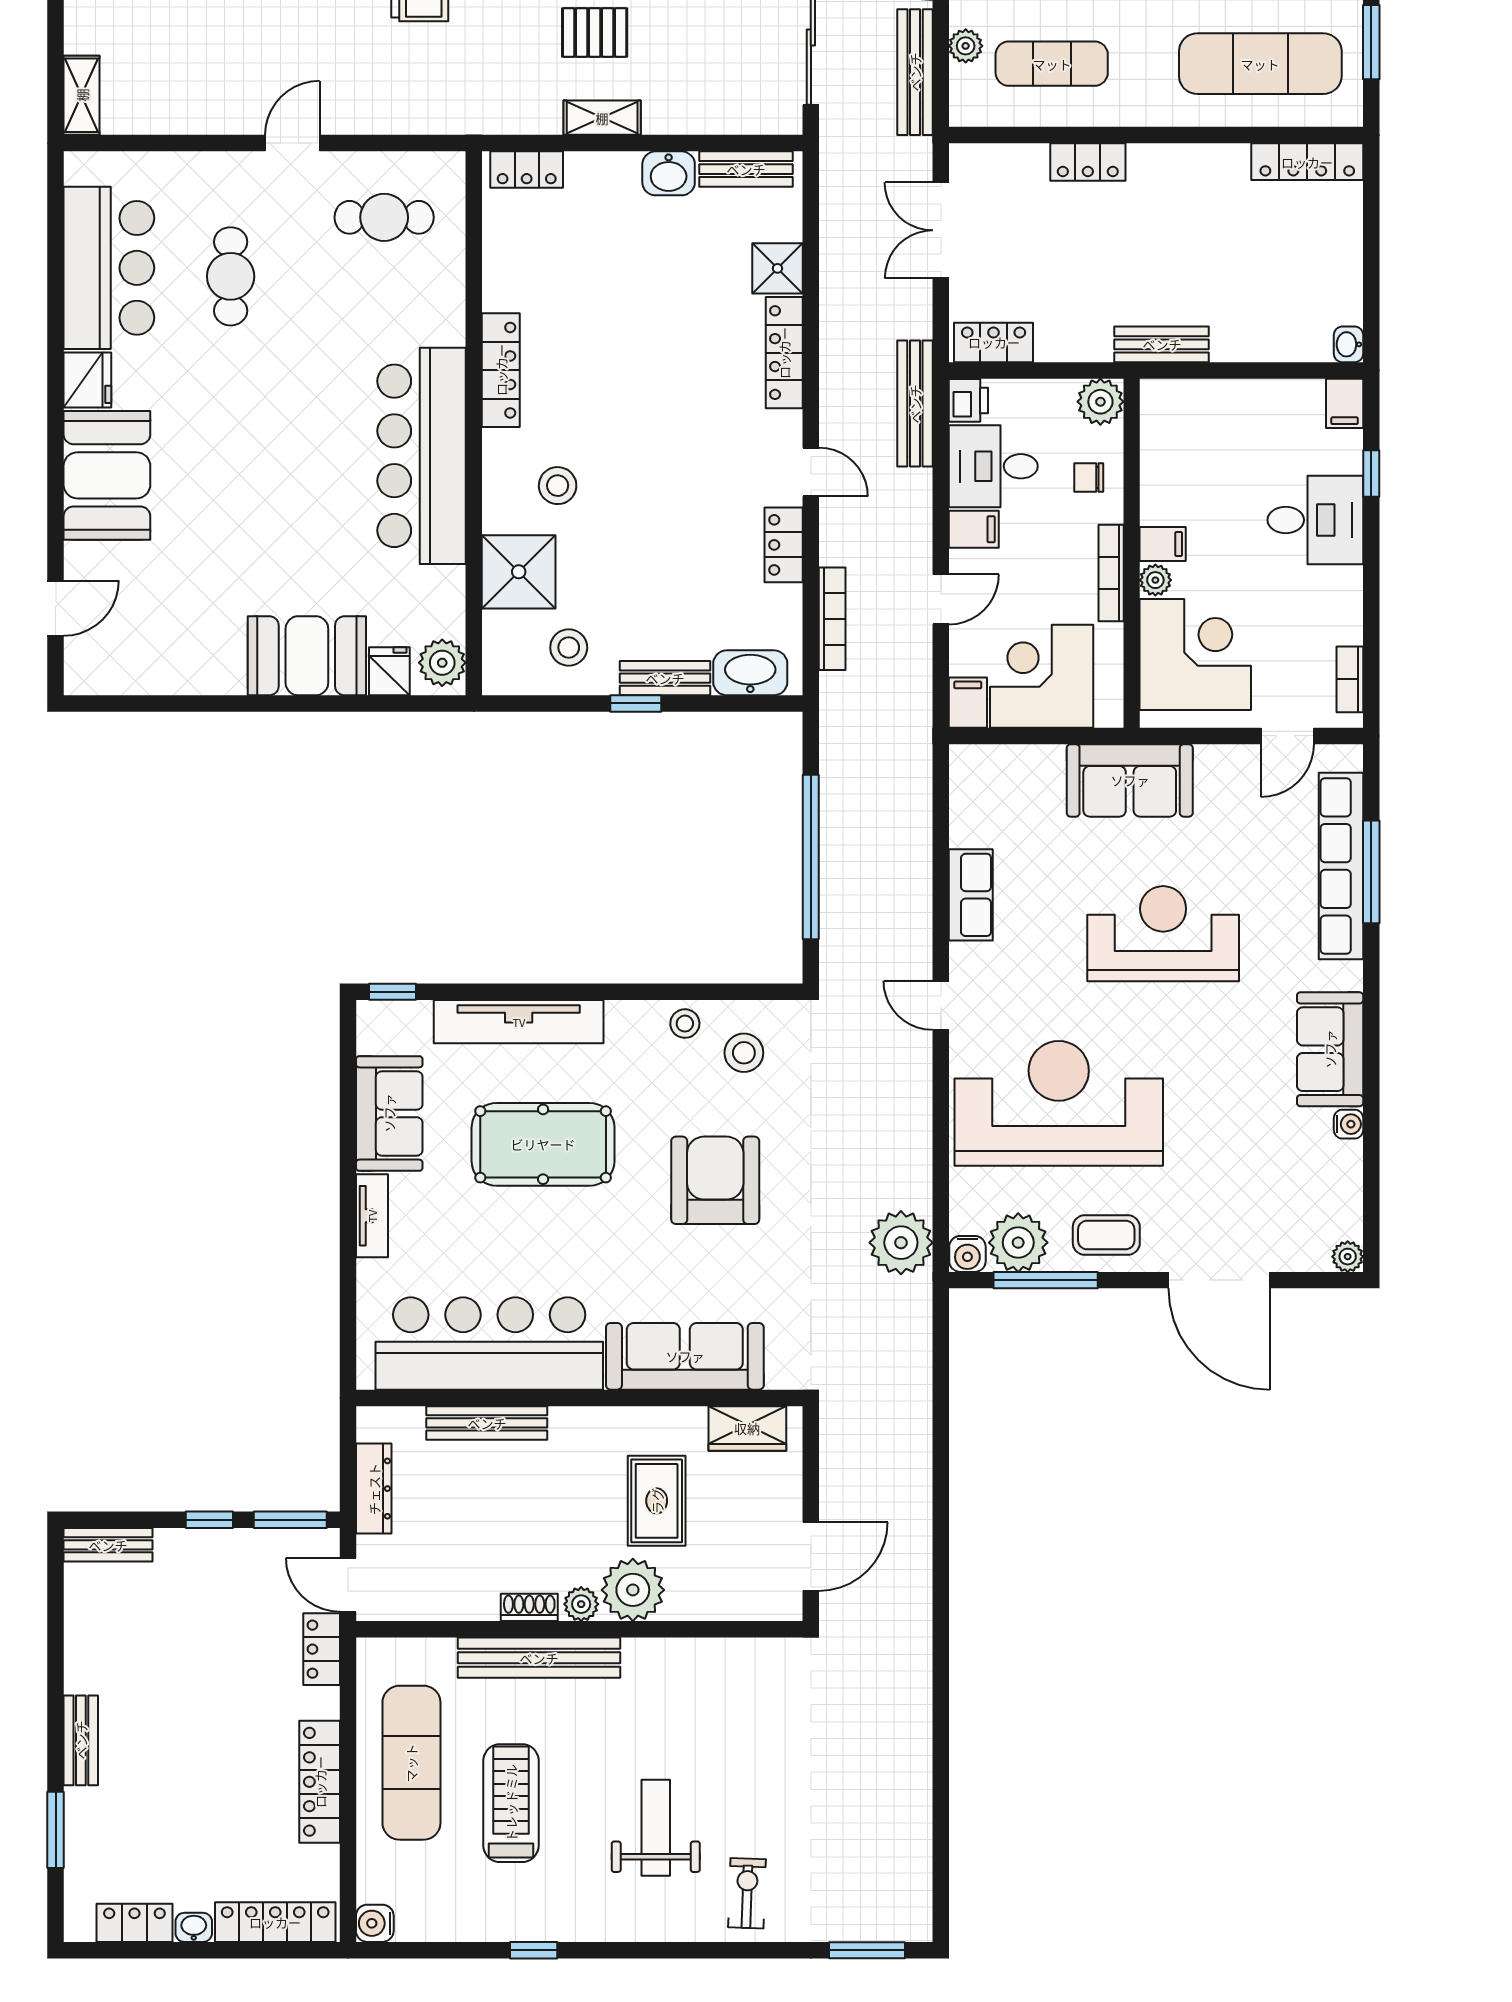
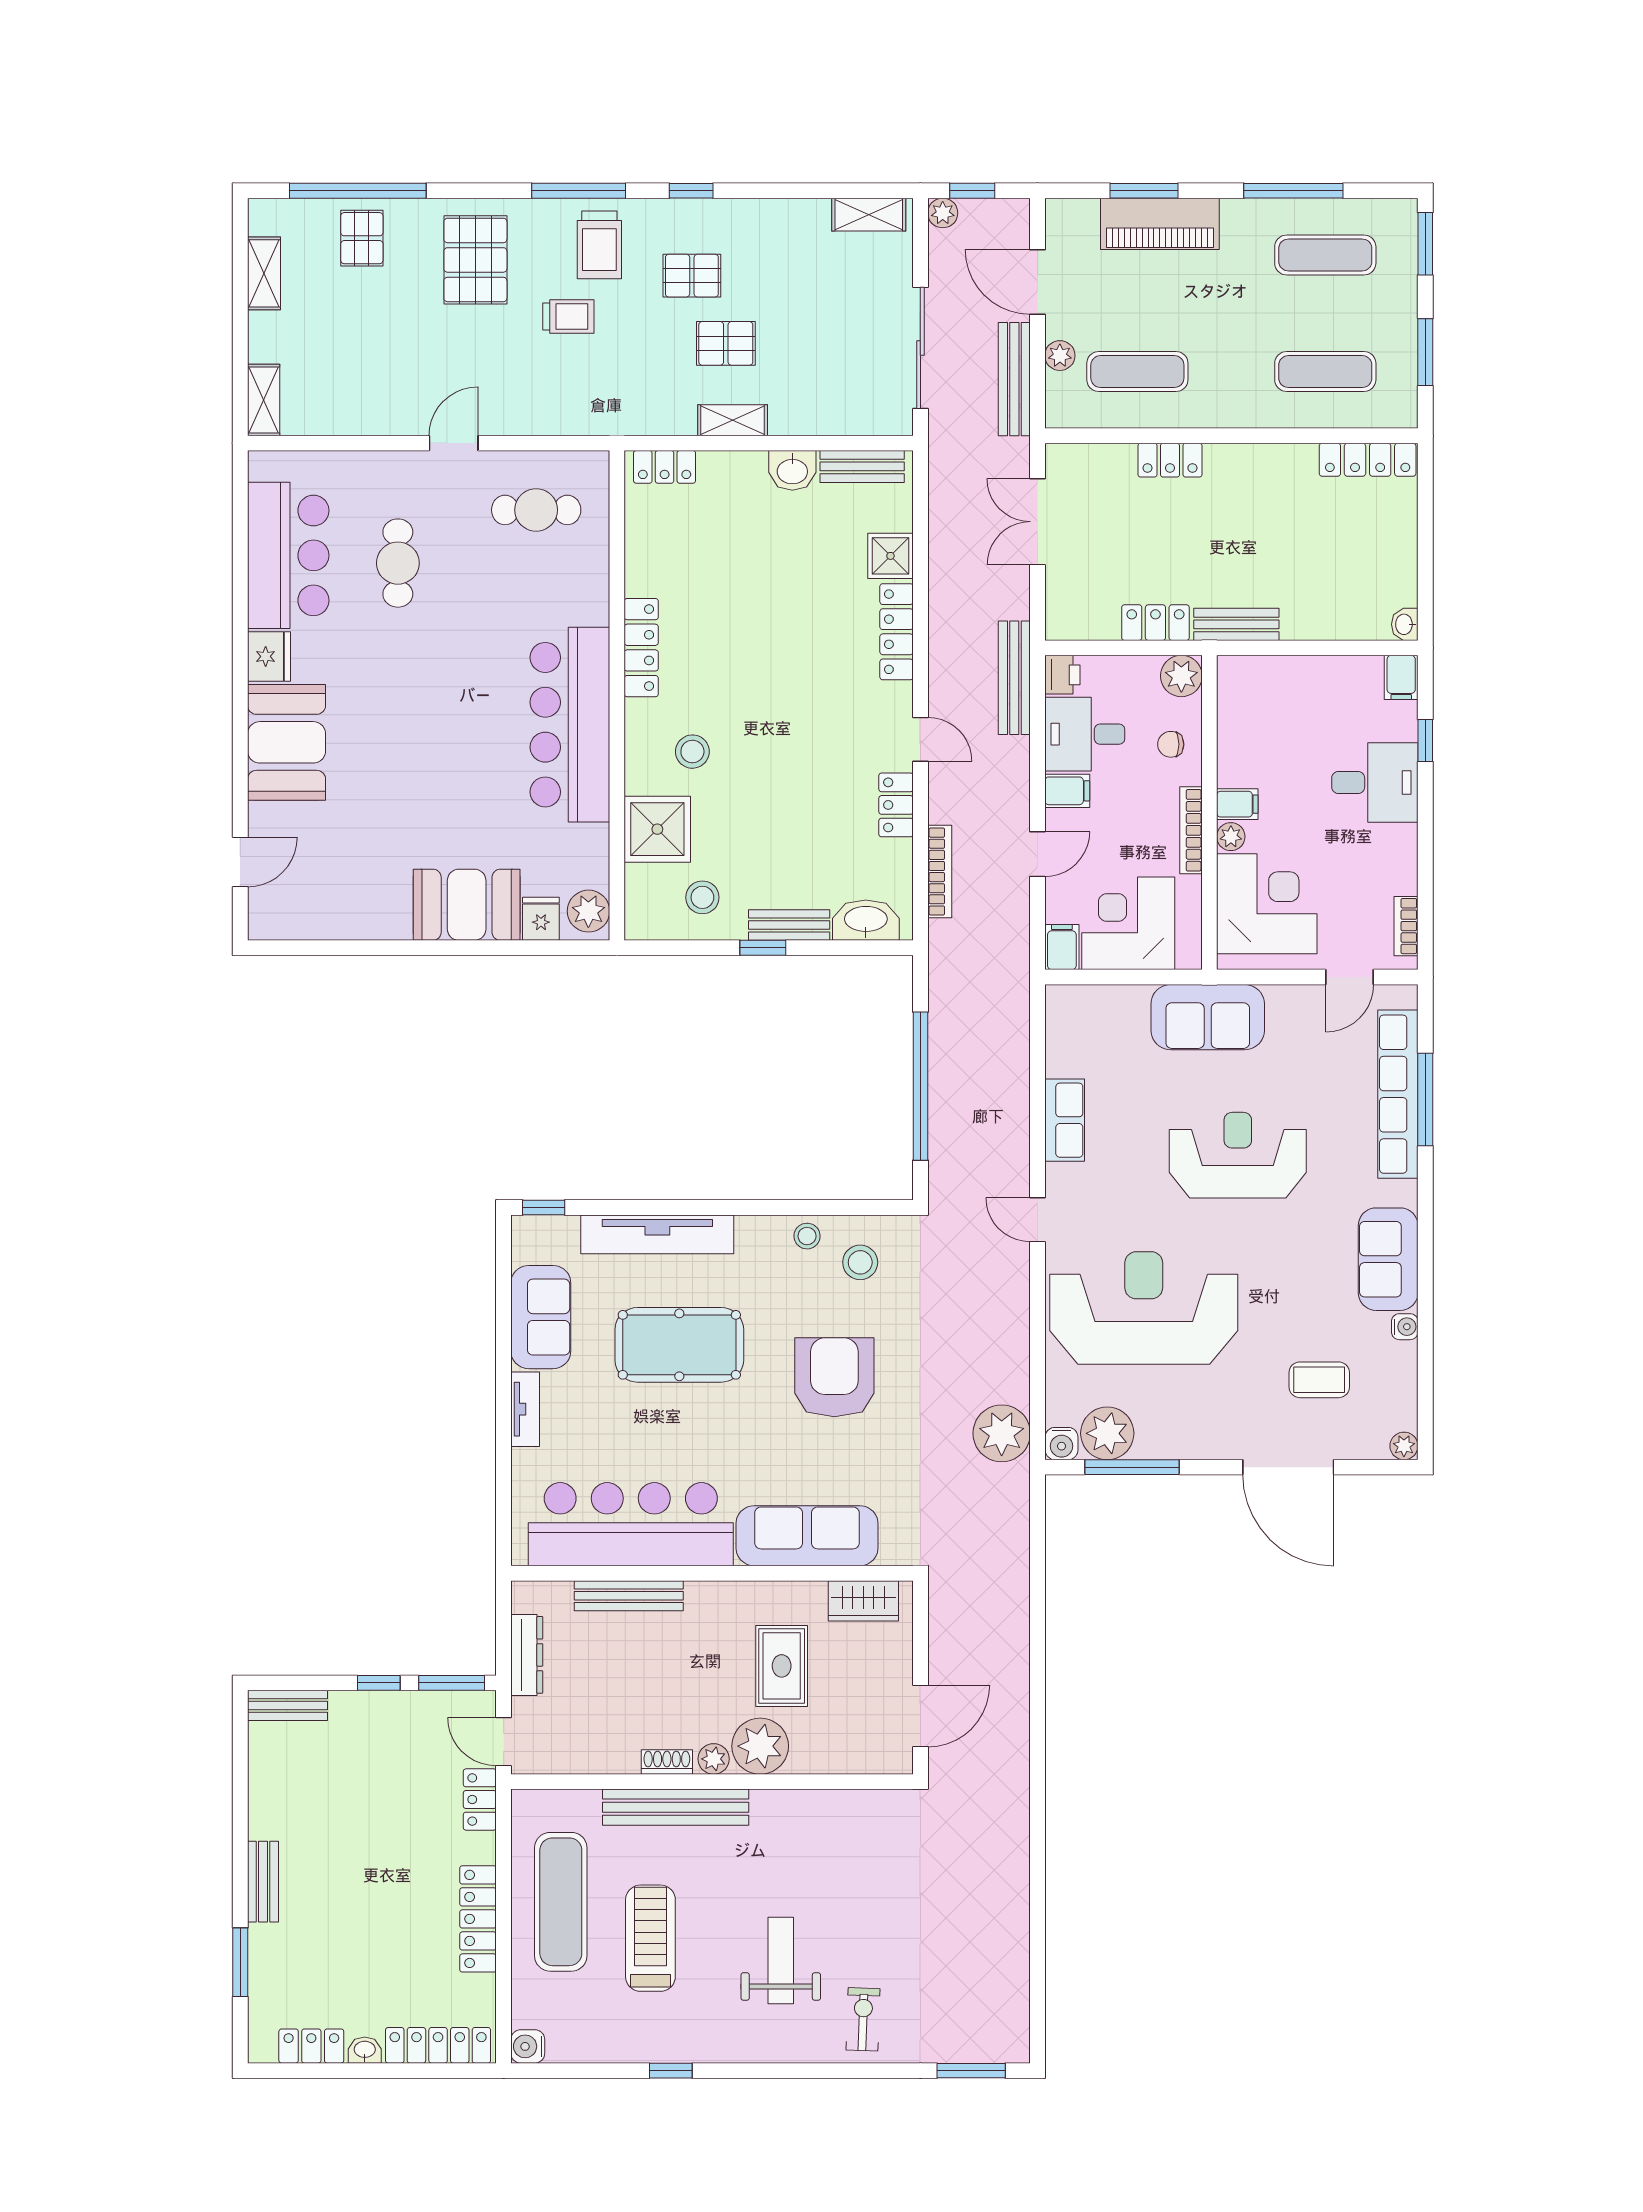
exercise mat: (1260, 64) -> (1325, 372), width x0.73, depth x0.69
locker: (994, 342) -> (1155, 623), moved
coffee table: (1106, 1235) -> (1319, 1380), moved

